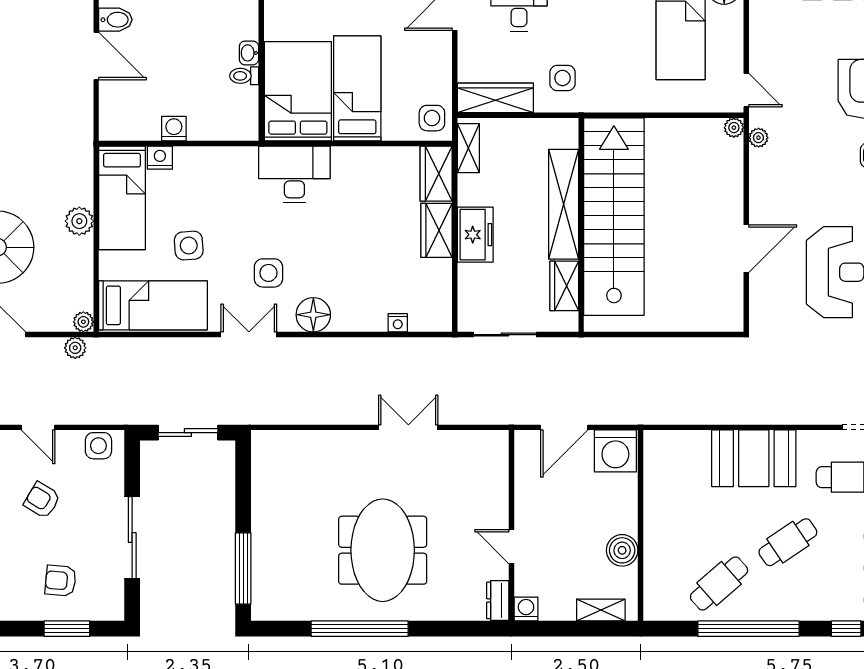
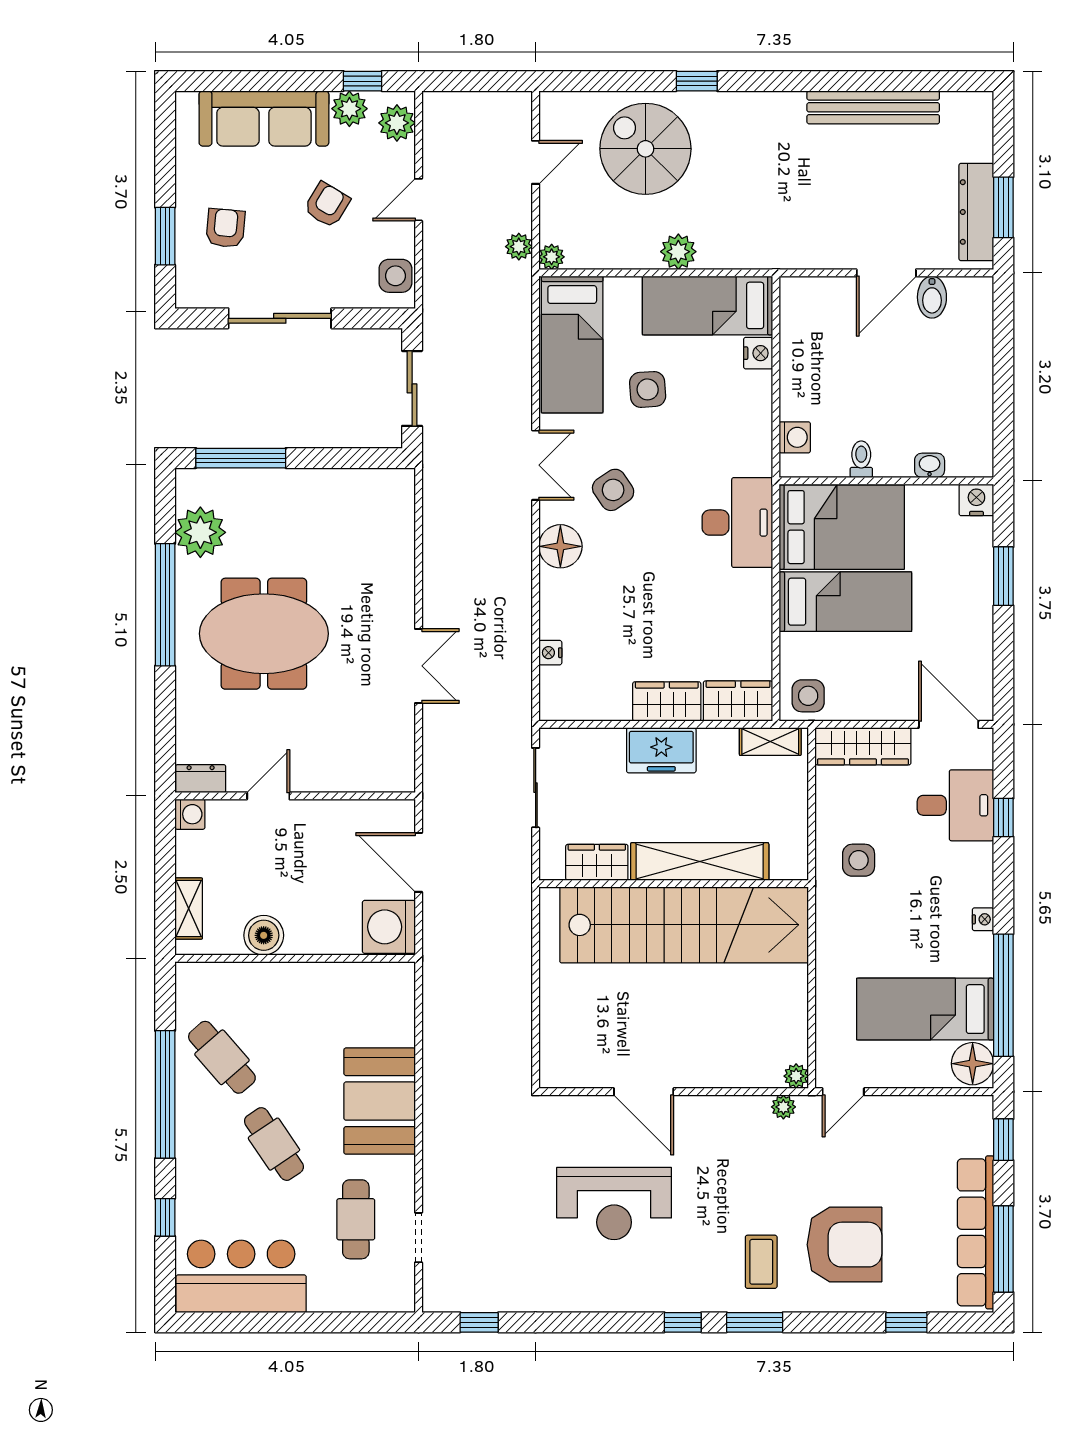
washbasin: (249, 53) -> (930, 465), moved
wardrobe: (495, 98) -> (863, 746), moved, turned 90
washing machine: (174, 129) -> (795, 437), moved
side table: (268, 273) -> (613, 490), turned -34
plant: (302, 601) -> (200, 532), added

